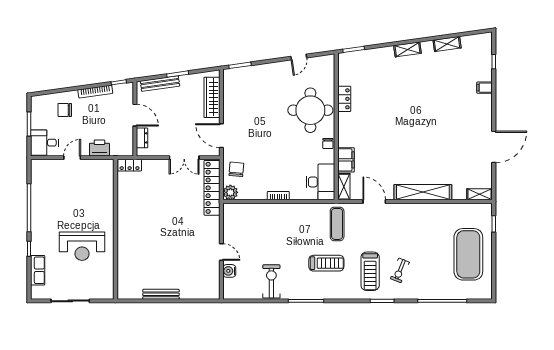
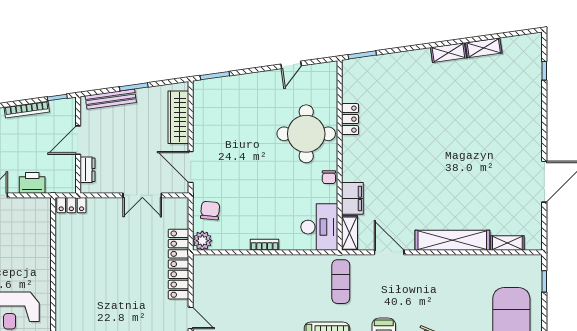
shelving: (407, 49) -> (448, 53), moved
filing cabinet: (485, 88) -> (532, 105), removed
door: (135, 115) -> (78, 140), swing flipped
locker: (212, 188) -> (178, 264), moved
shelving: (480, 194) -> (507, 243), moved

